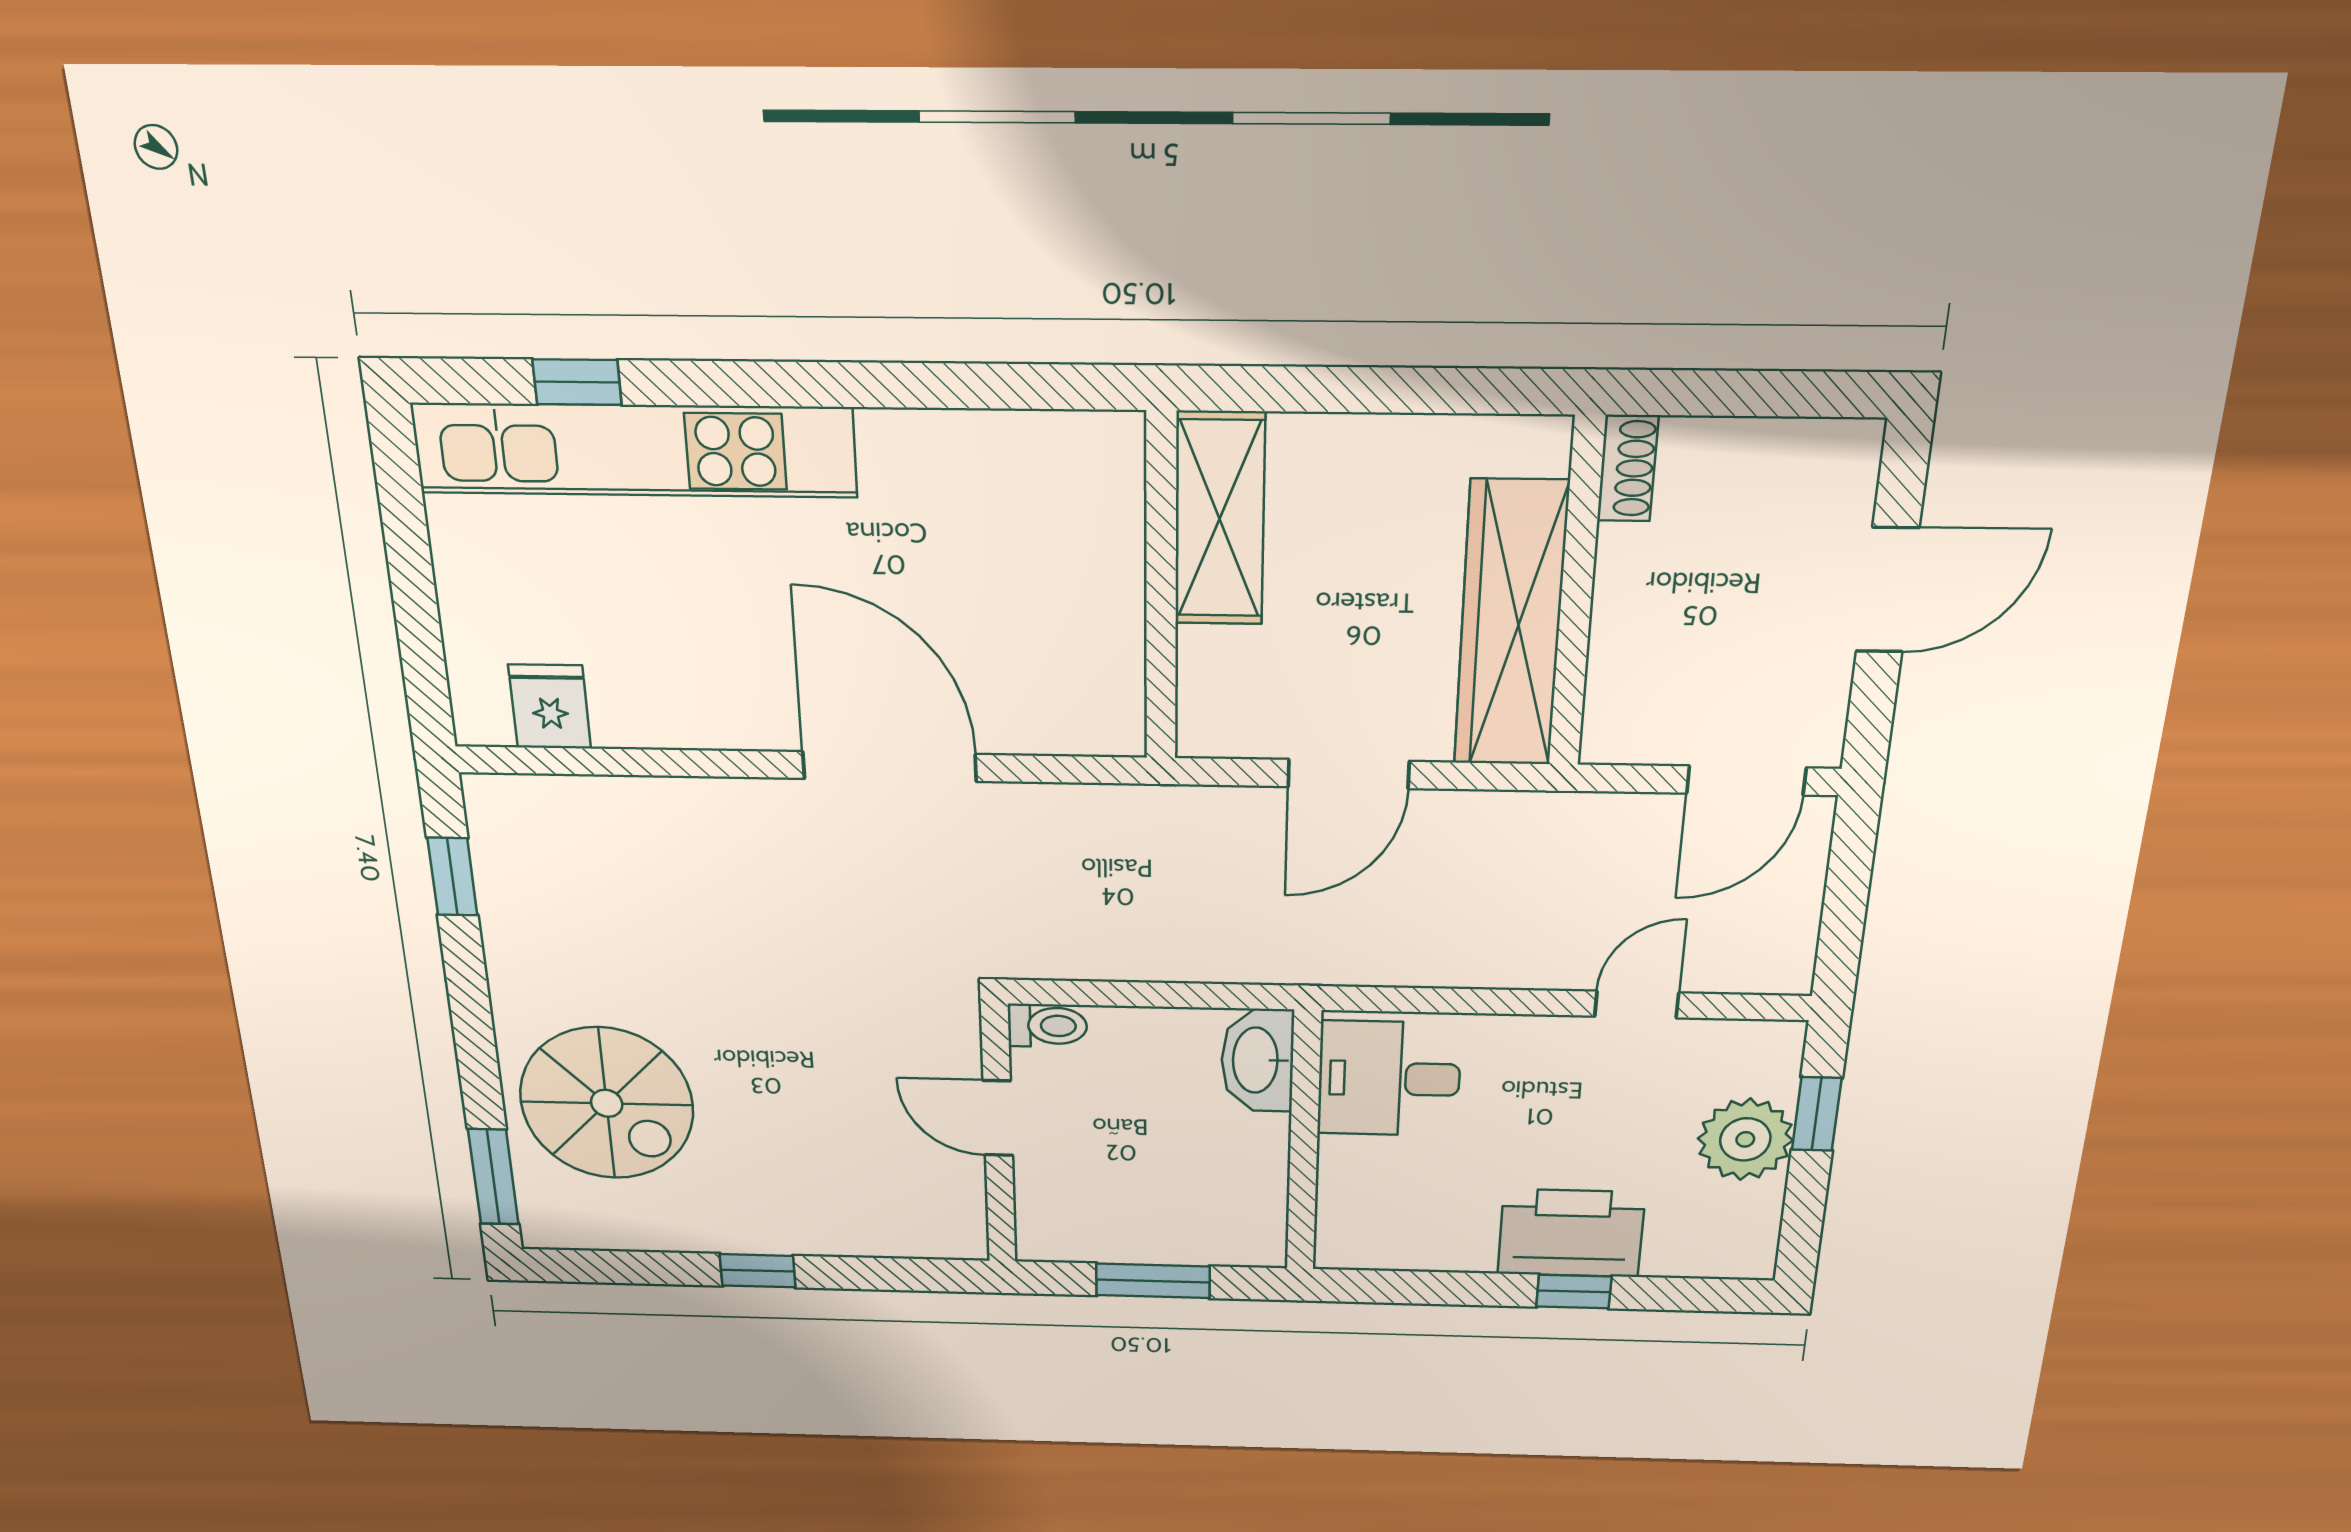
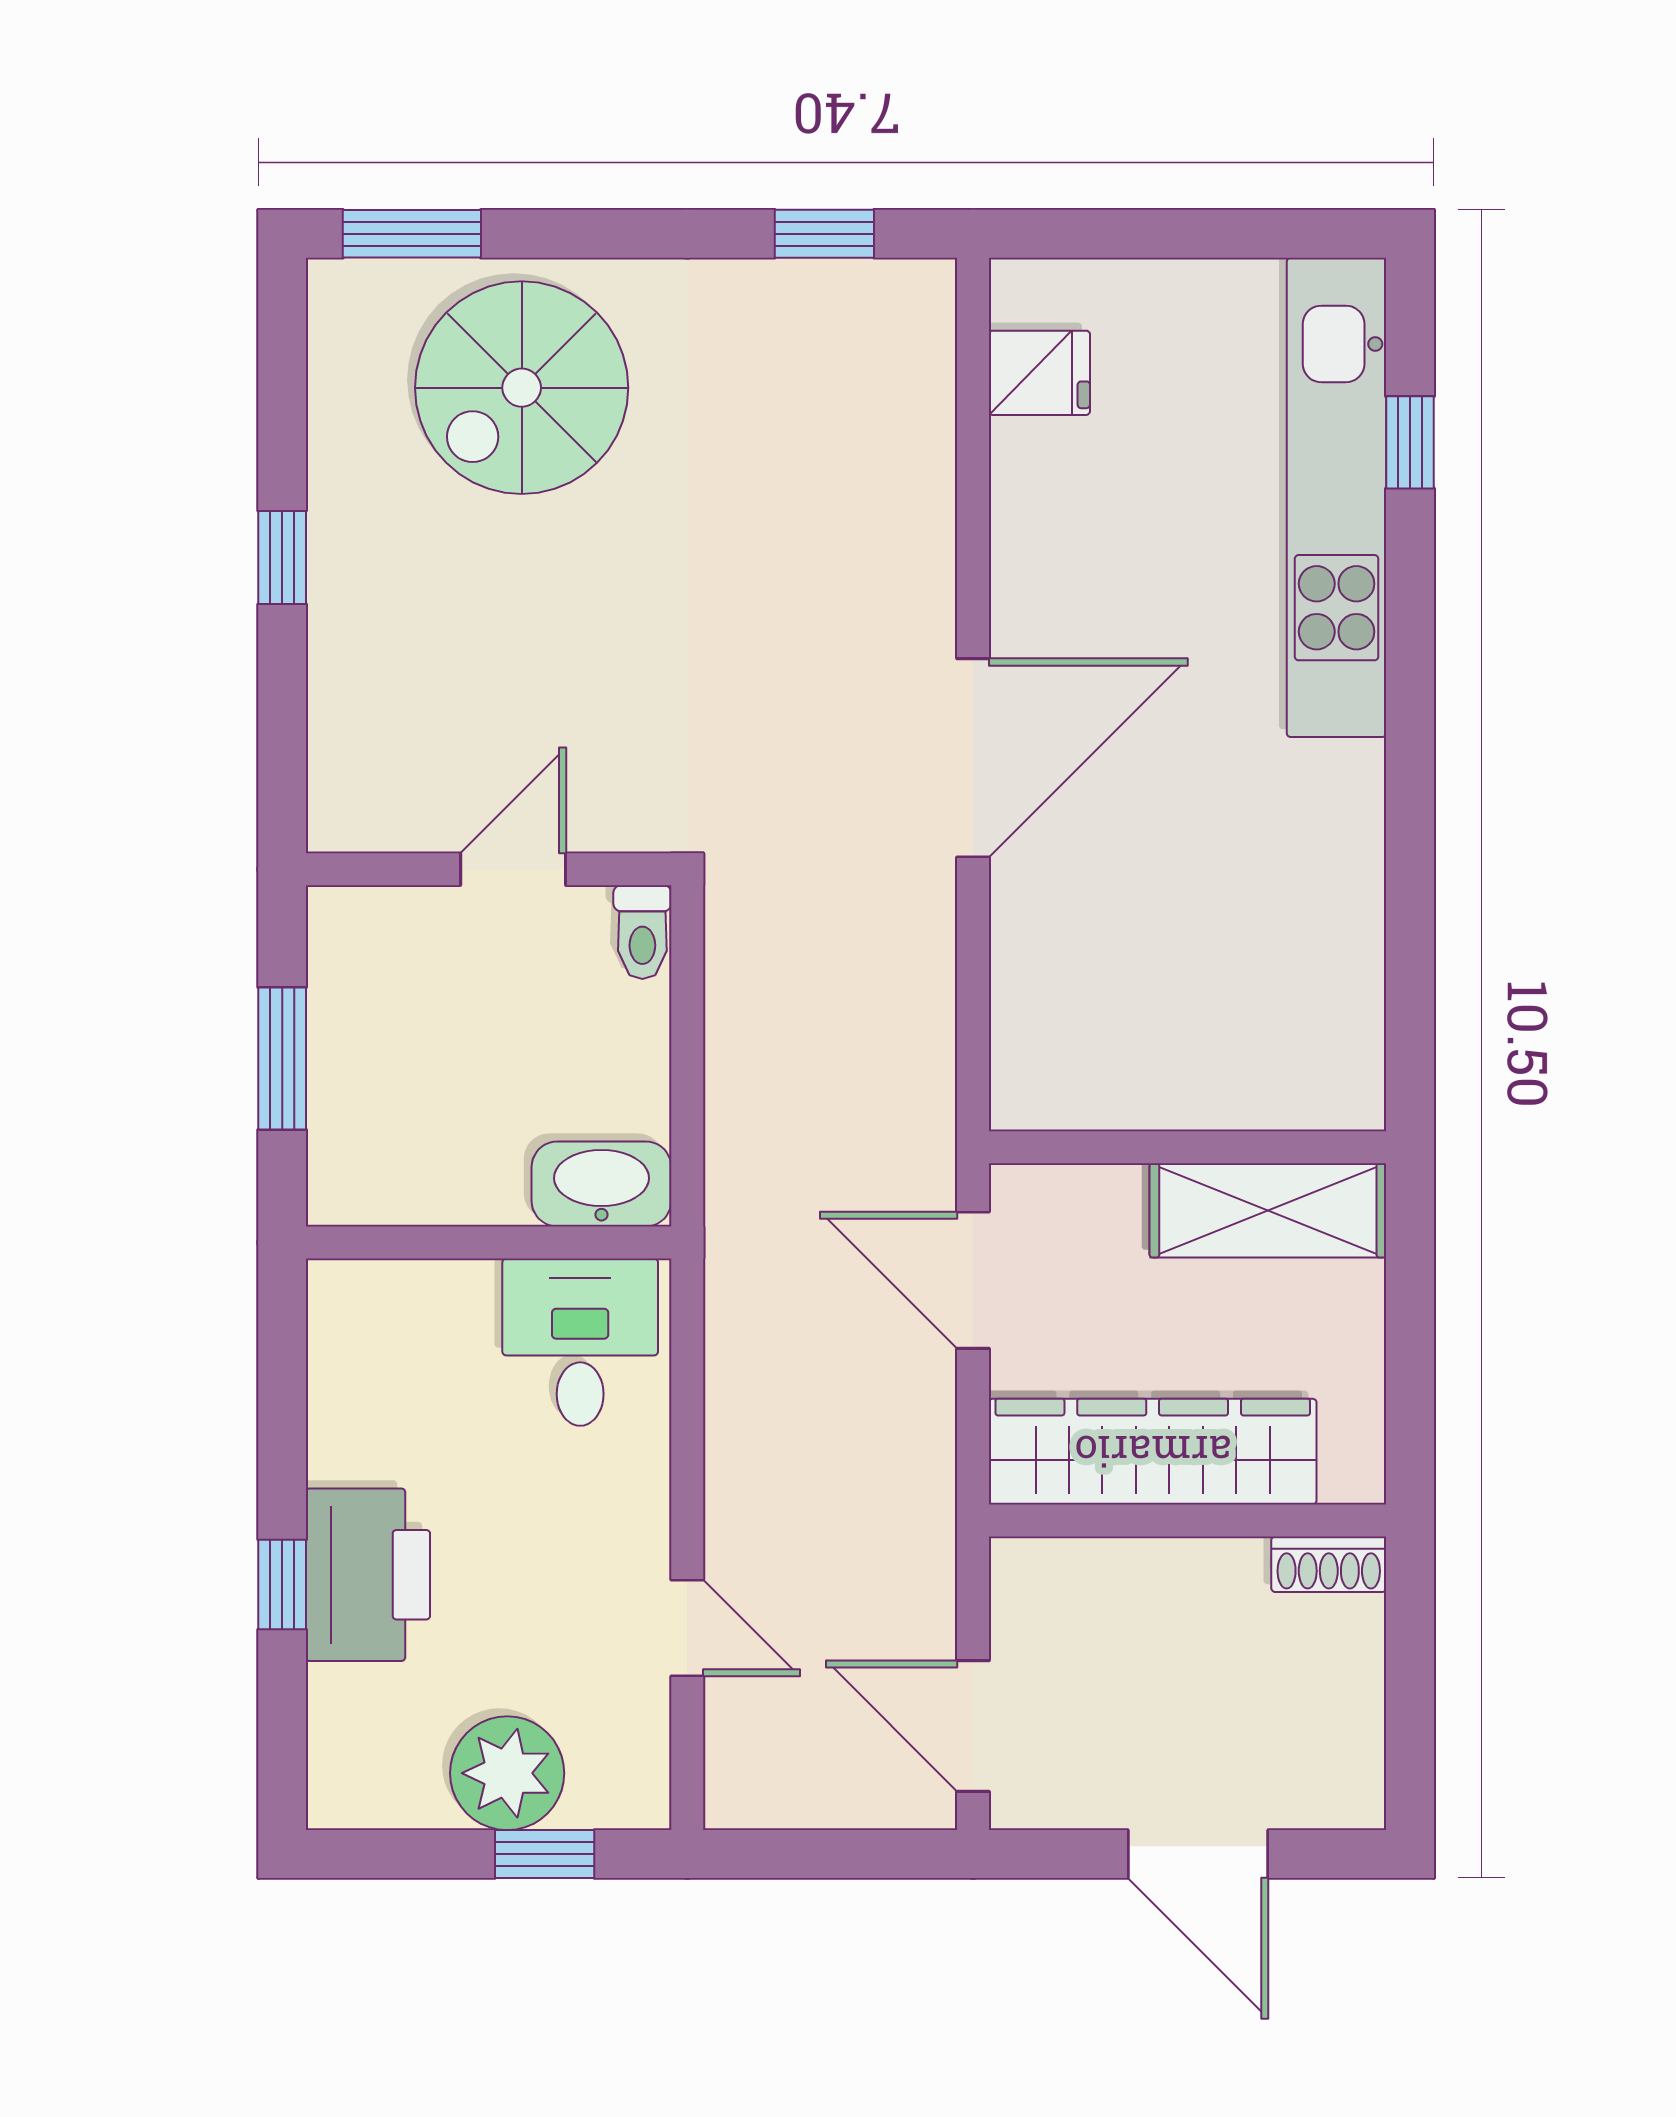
shelving: (1220, 519) -> (1268, 1210), moved
wall: (1161, 590) -> (1188, 1147), moved

